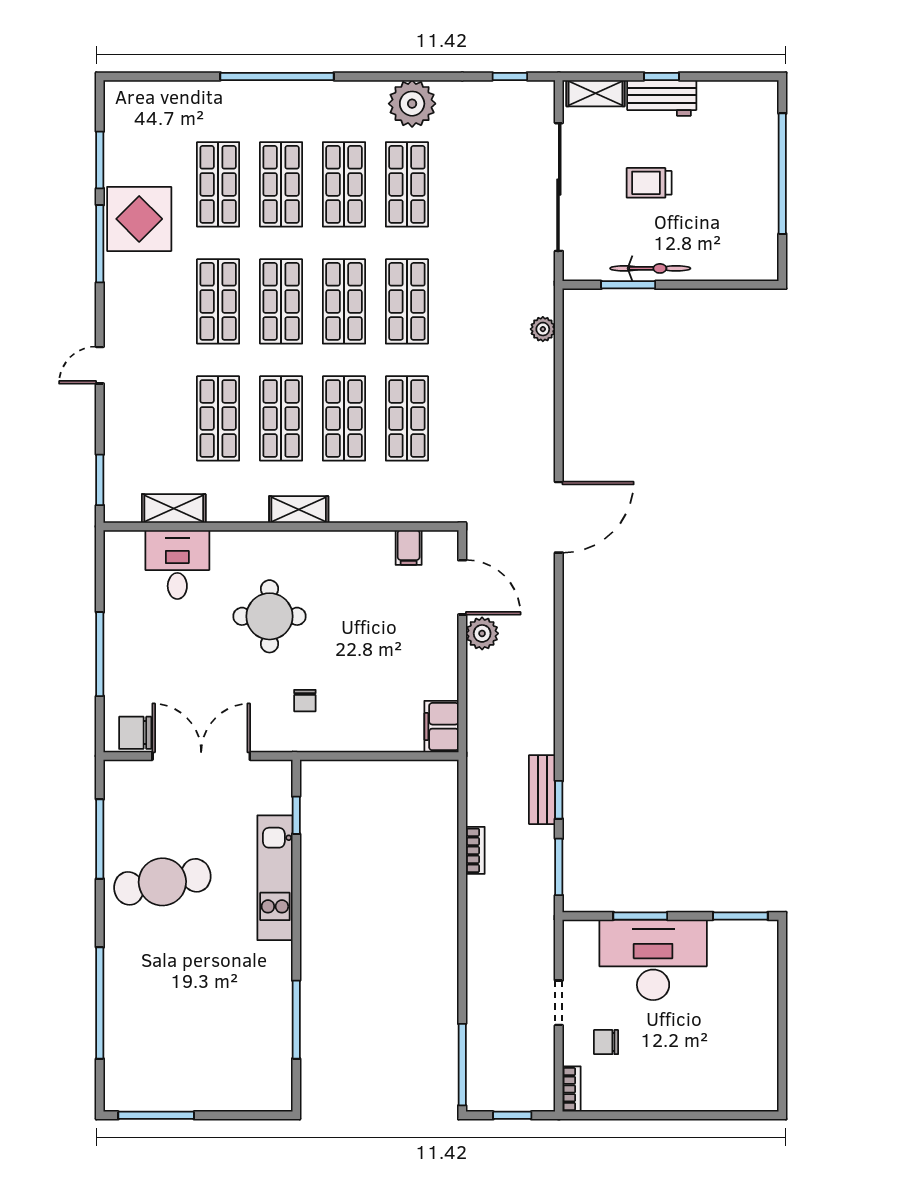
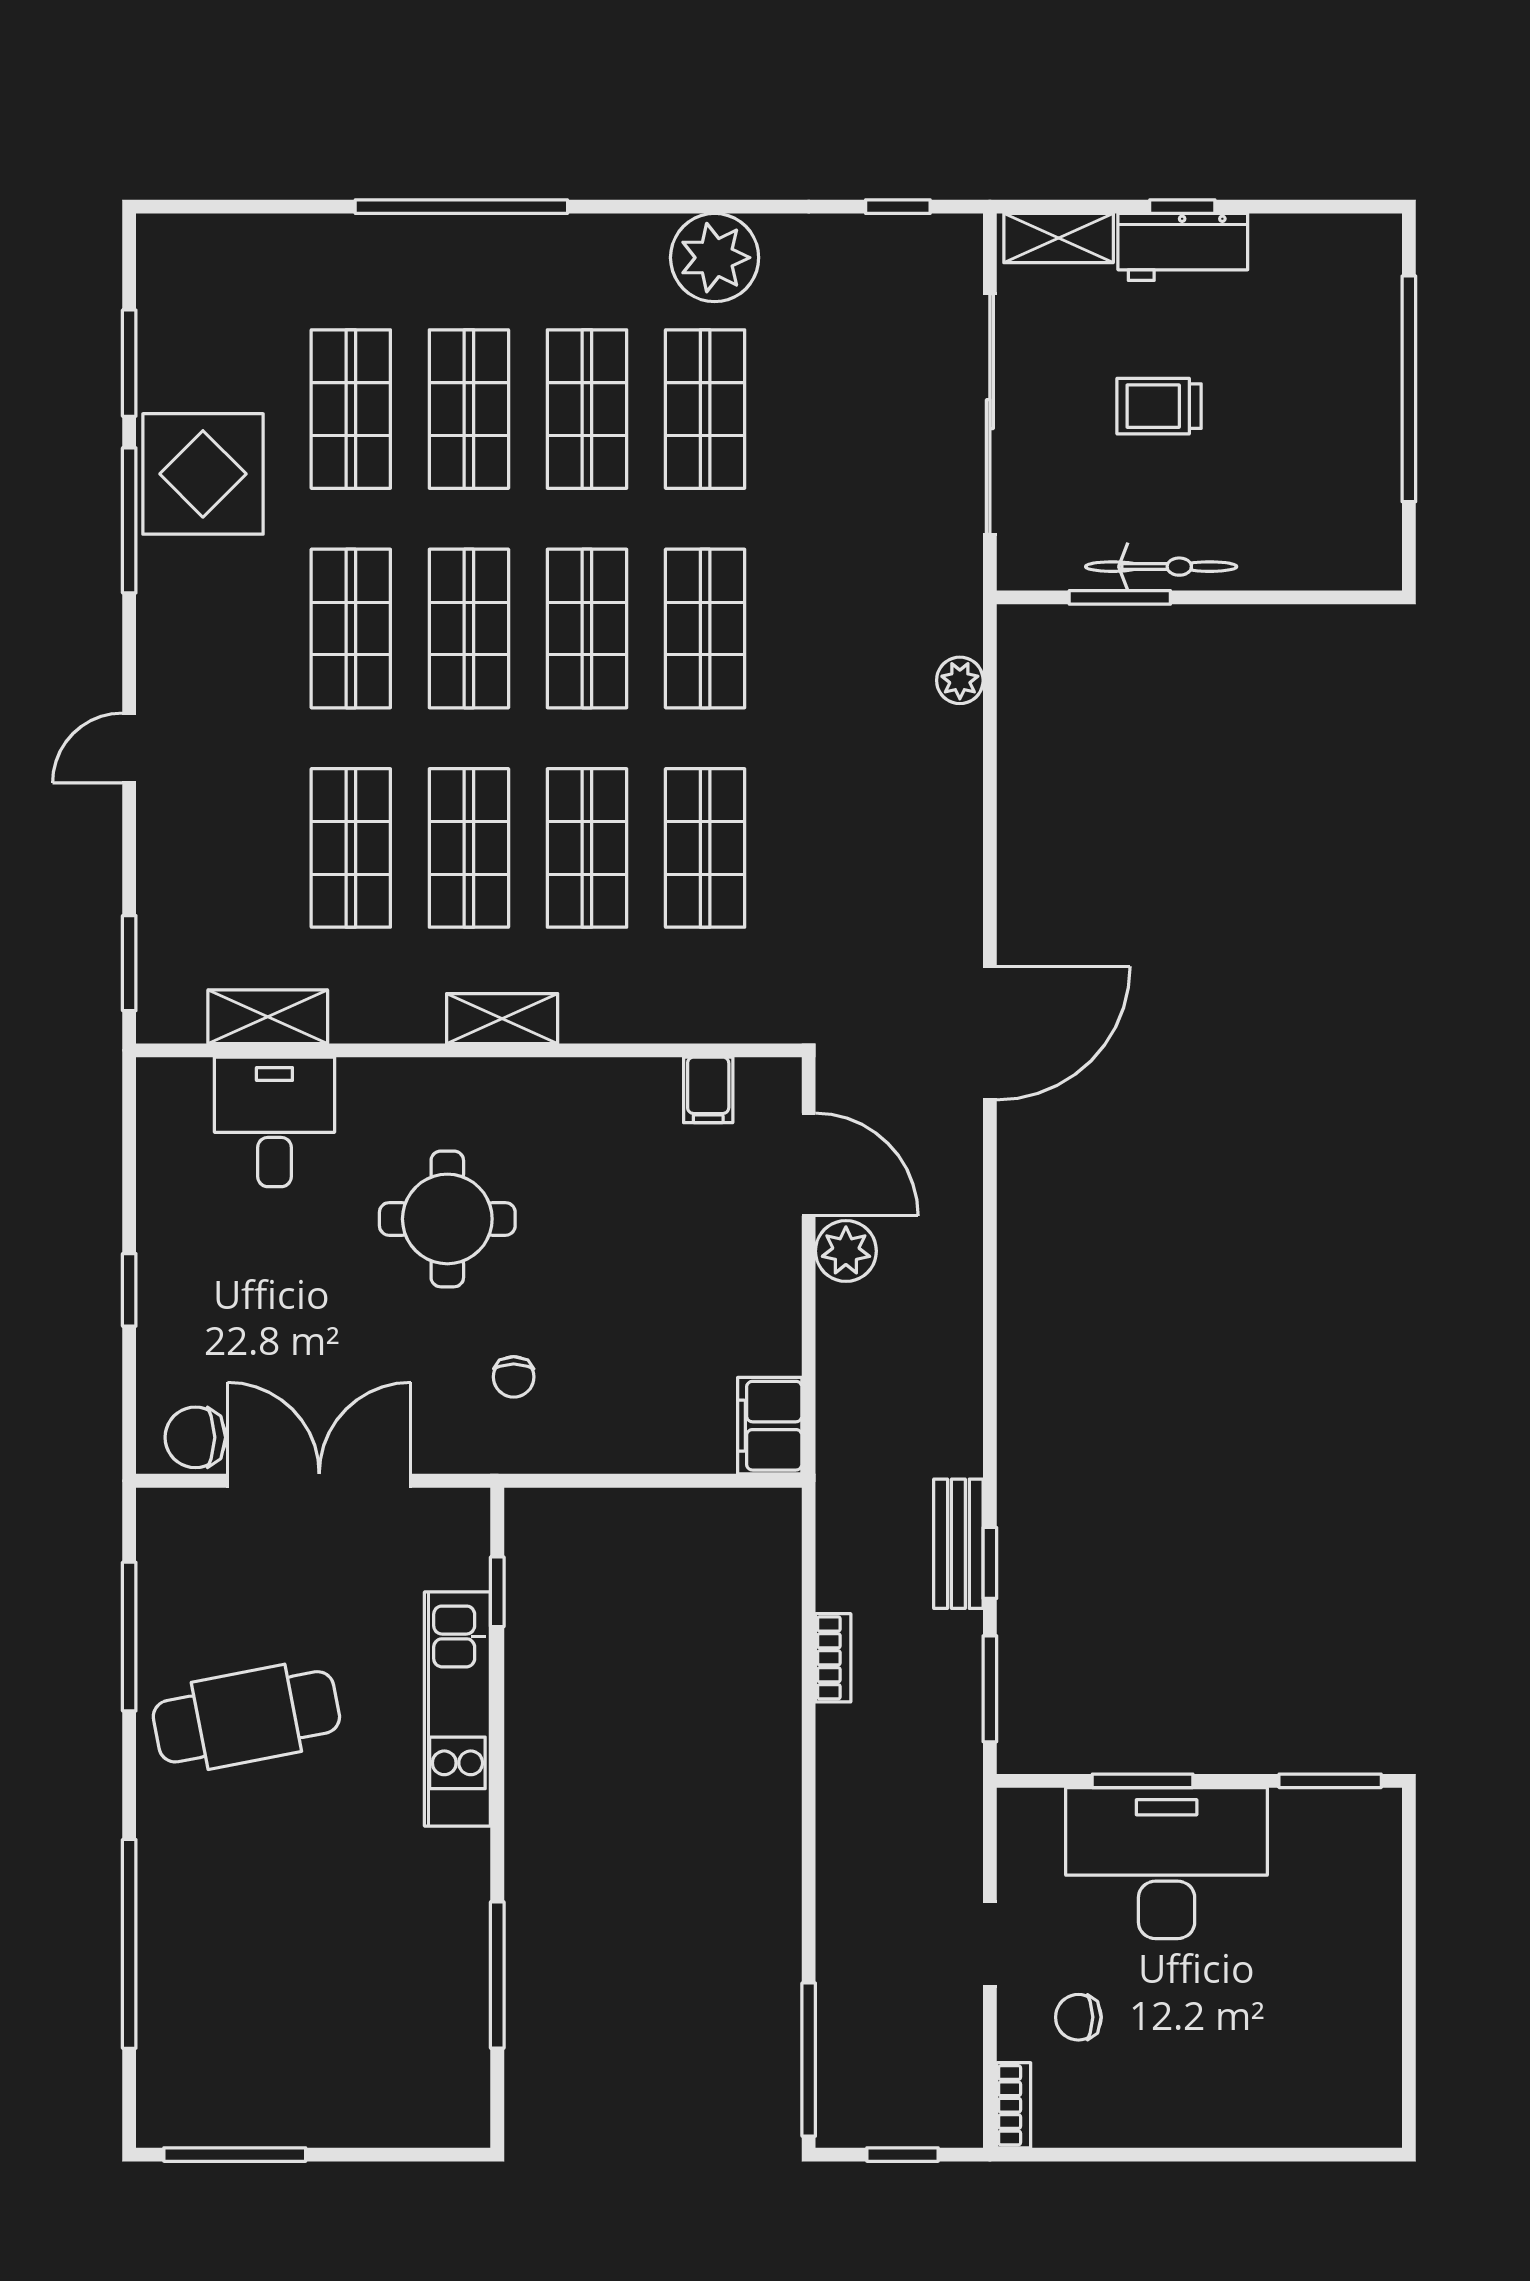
window: (100, 654) -> (129, 1290), width x0.46

